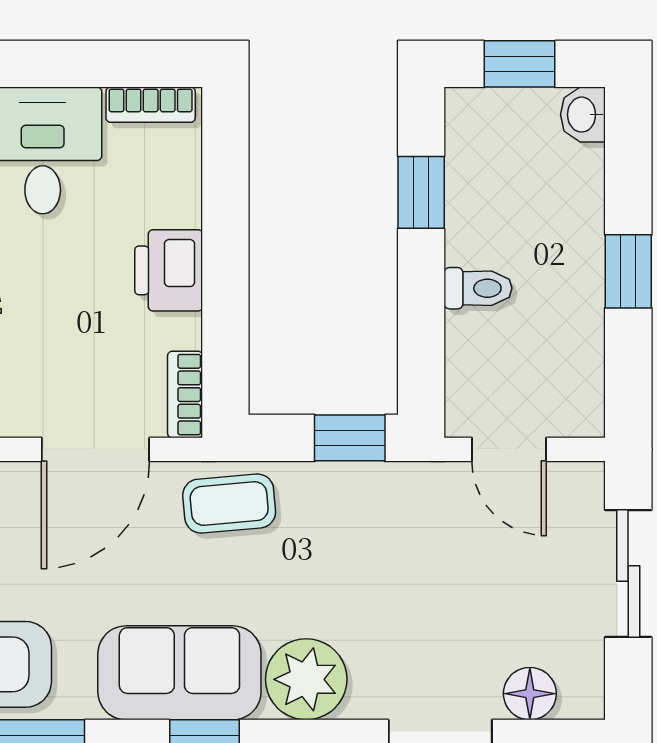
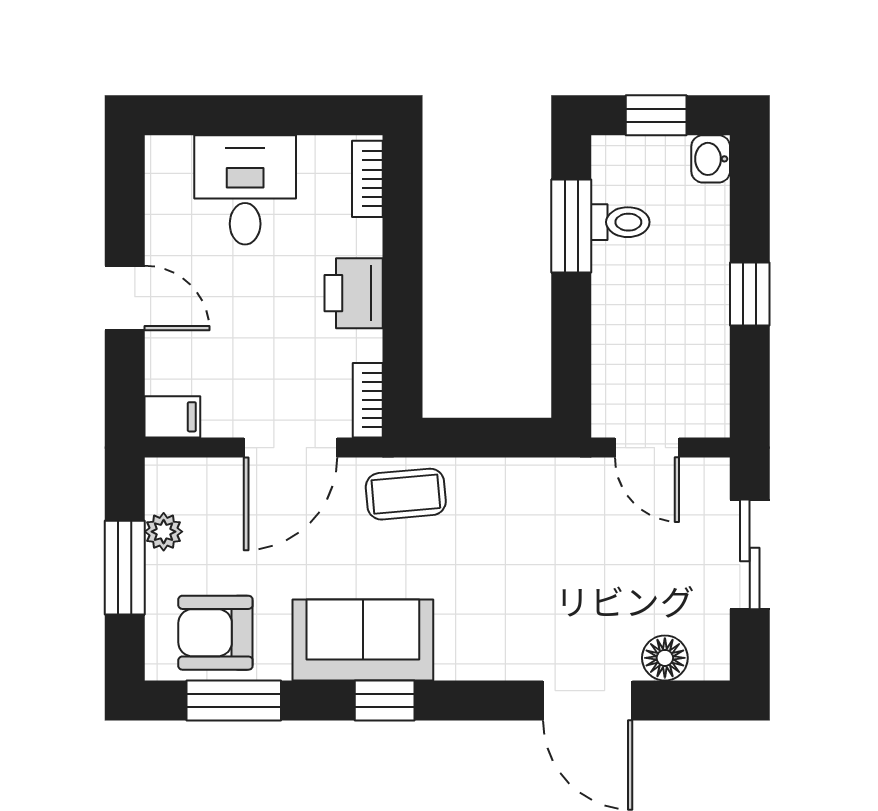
bookcase: (151, 105) -> (367, 179), moved, turned 90
window: (421, 192) -> (571, 226), width x1.50
toilet: (478, 288) -> (620, 222), moved
window: (350, 438) -> (510, 438), removed
plant: (306, 679) -> (472, 646), removed

